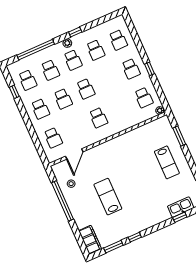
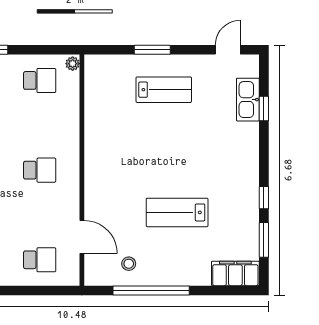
window: (179, 136) -> (152, 50), moved

